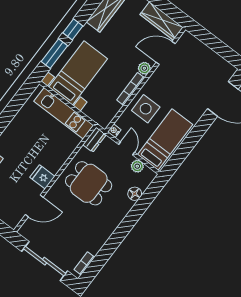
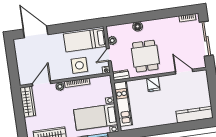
door: (166, 53) -> (42, 84), swing flipped
fridge: (42, 177) -> (153, 84), moved
floor lamp: (135, 194) -> (138, 26), moved

